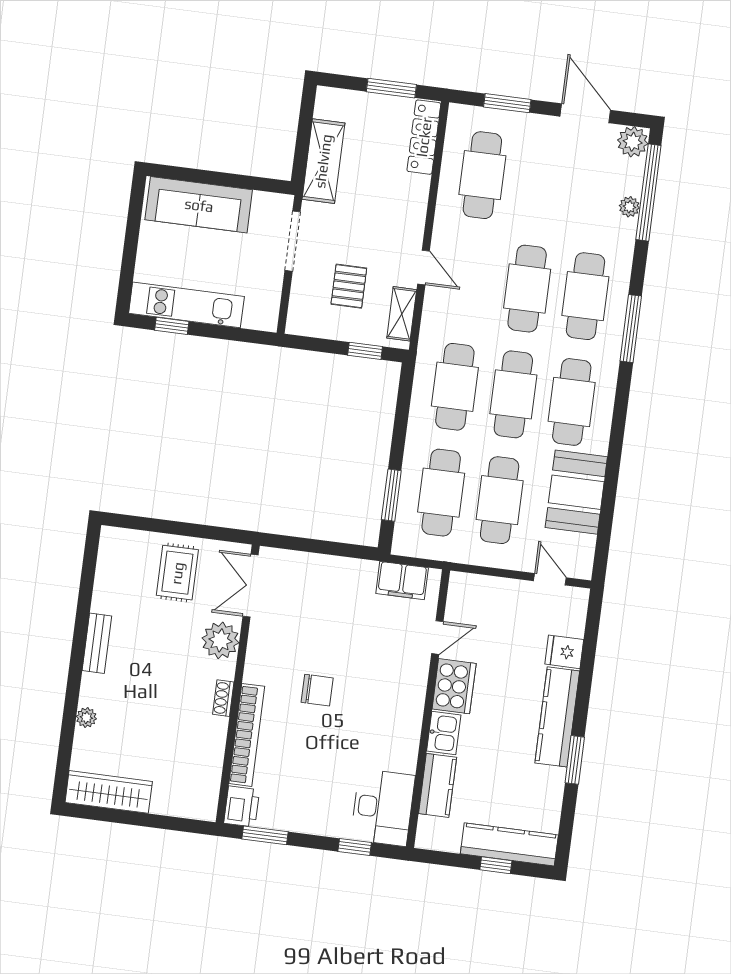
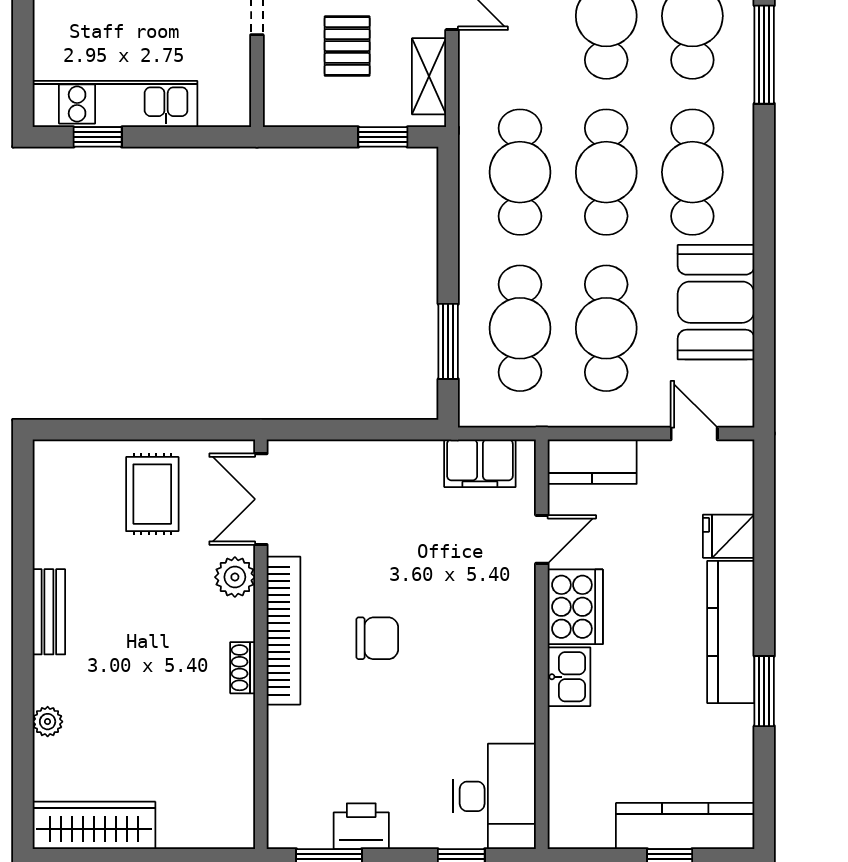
plant: (220, 640) -> (235, 577), width x0.73, depth x0.73
bookcase: (247, 735) -> (284, 631), moved
kitchen counter: (438, 785) -> (592, 462), moved, turned 90
printer: (242, 807) -> (361, 826), moved, turned -90

